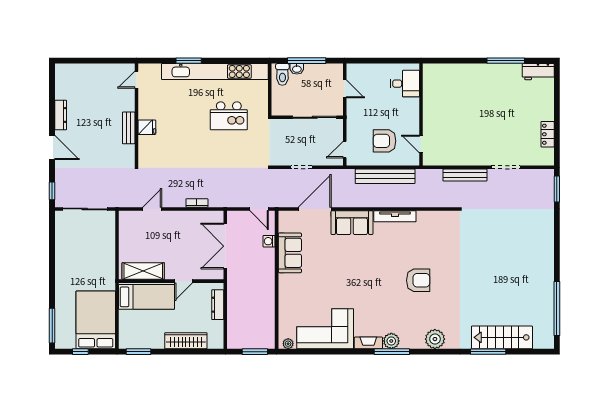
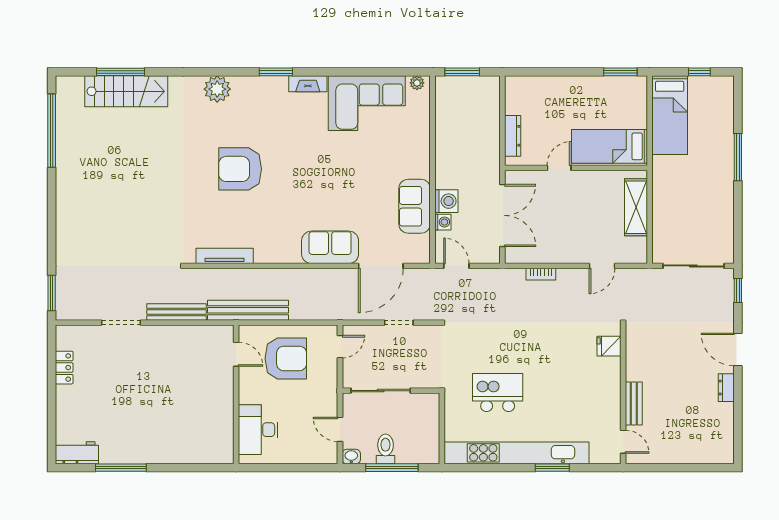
washbasin: (297, 69) -> (351, 457), moved
toilet: (282, 74) -> (386, 449), moved
door: (136, 80) -> (623, 442), hinge flipped
desk: (405, 84) -> (258, 430), width x1.37
dresser: (61, 115) -> (726, 388), width x0.70
fridge: (147, 127) -> (609, 346), moved
bench: (129, 128) -> (634, 404), moved
armchair: (385, 141) -> (286, 358), width x1.36, depth x1.36
bench: (385, 176) -> (248, 310), moved
tv unit: (395, 216) -> (225, 256), moved
washing machine: (267, 257) -> (446, 201), added
shelving: (143, 271) -> (636, 207), moved, turned 90
armchair: (418, 280) -> (240, 169), width x1.36, depth x1.36
bed: (96, 320) -> (670, 115), width x0.67
window: (52, 326) -> (738, 157), moved
wardrobe: (186, 341) -> (556, 87), removed
plant: (391, 341) -> (277, 86), removed
window: (392, 352) -> (276, 72), width x0.69
window: (488, 352) -> (120, 72), moved

